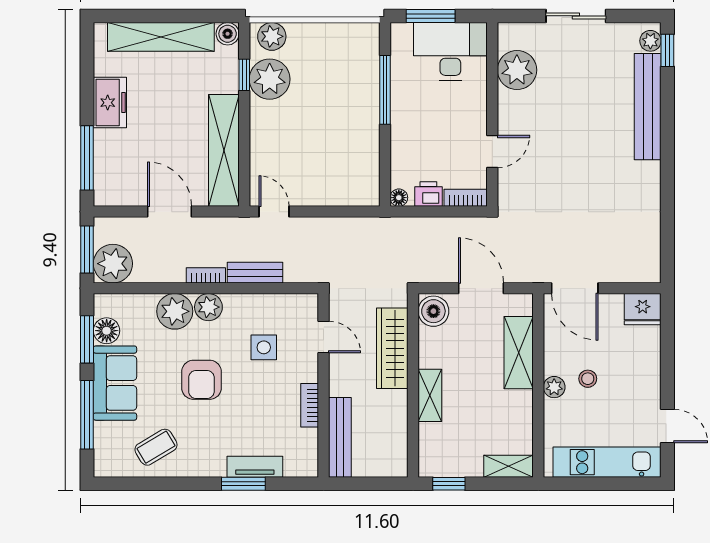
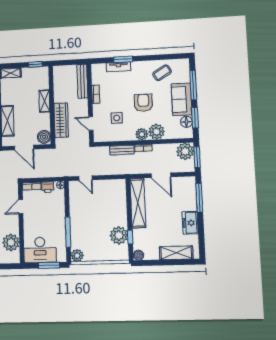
plant: (272, 36) -> (77, 256), moved
shelving: (161, 37) -> (176, 253), width x0.68
door: (274, 212) -> (86, 178), moved

